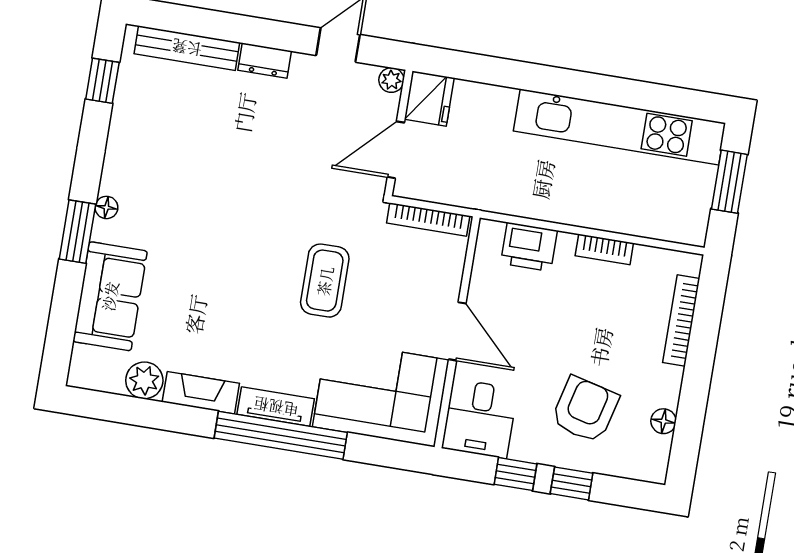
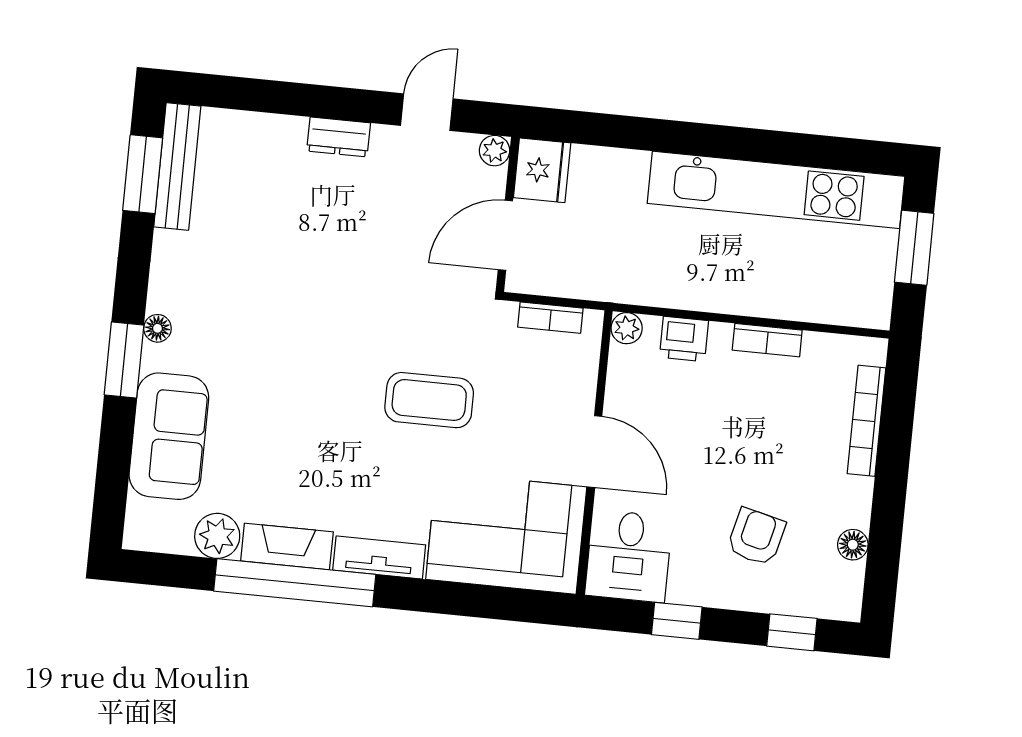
bench: (187, 48) -> (177, 166), moved, turned 90
window: (102, 81) -> (143, 174), width x1.50
bookcase: (428, 219) -> (550, 318), width x0.64
plant: (490, 232) -> (627, 328), added
printer: (529, 247) -> (684, 339), width x0.73, depth x0.81
coffee table: (325, 281) -> (429, 400), turned 90
armchair: (585, 410) -> (756, 537), width x0.72, depth x0.72
window: (281, 435) -> (295, 583), moved
window: (572, 483) -> (792, 632), moved

